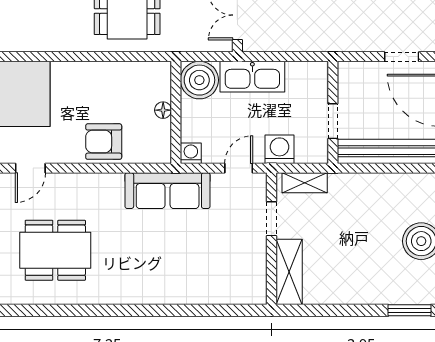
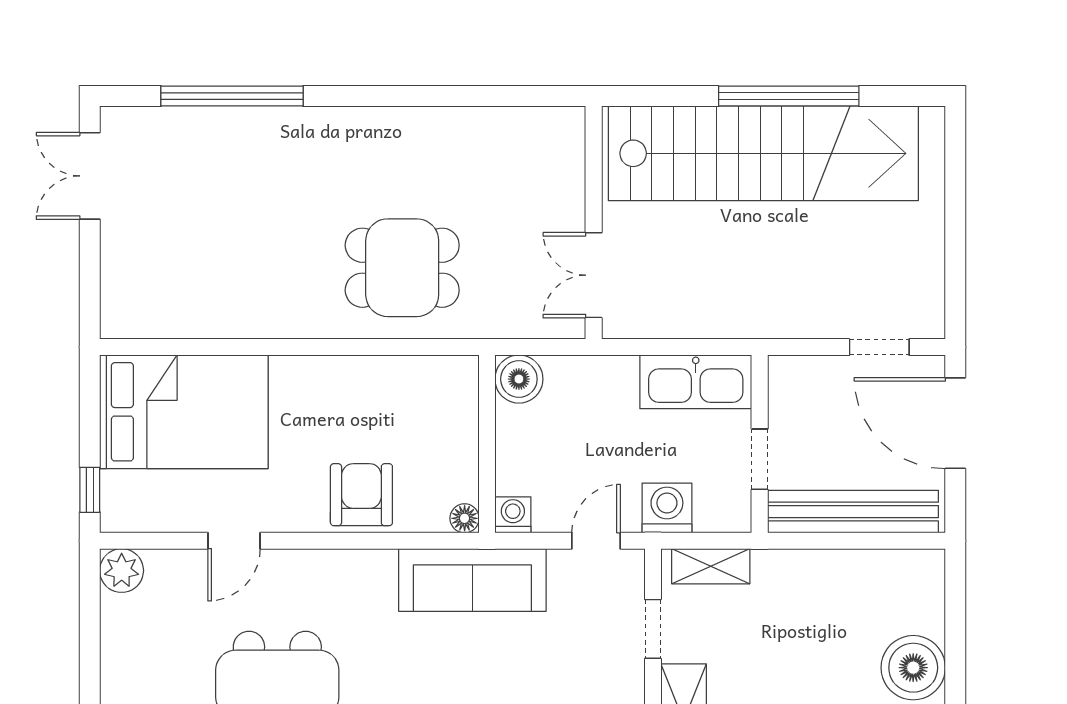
kitchen sink: (252, 77) -> (696, 382), moved
boiler: (199, 80) -> (519, 379), width x0.73, depth x0.73
floor lamp: (163, 110) -> (465, 518), moved
armchair: (104, 142) -> (361, 495), turned 90

